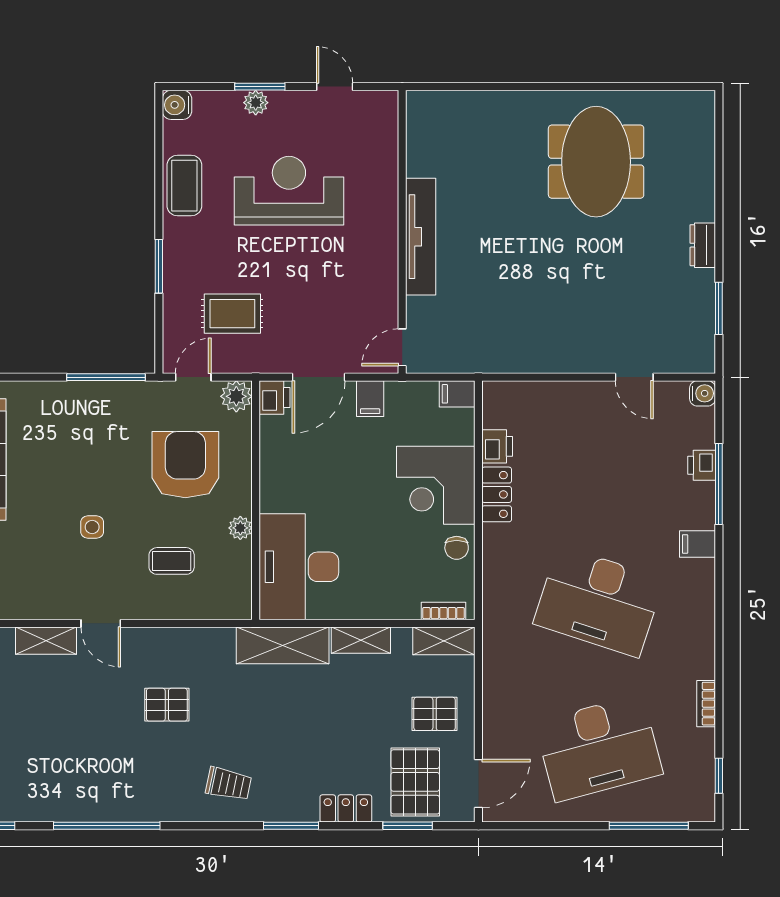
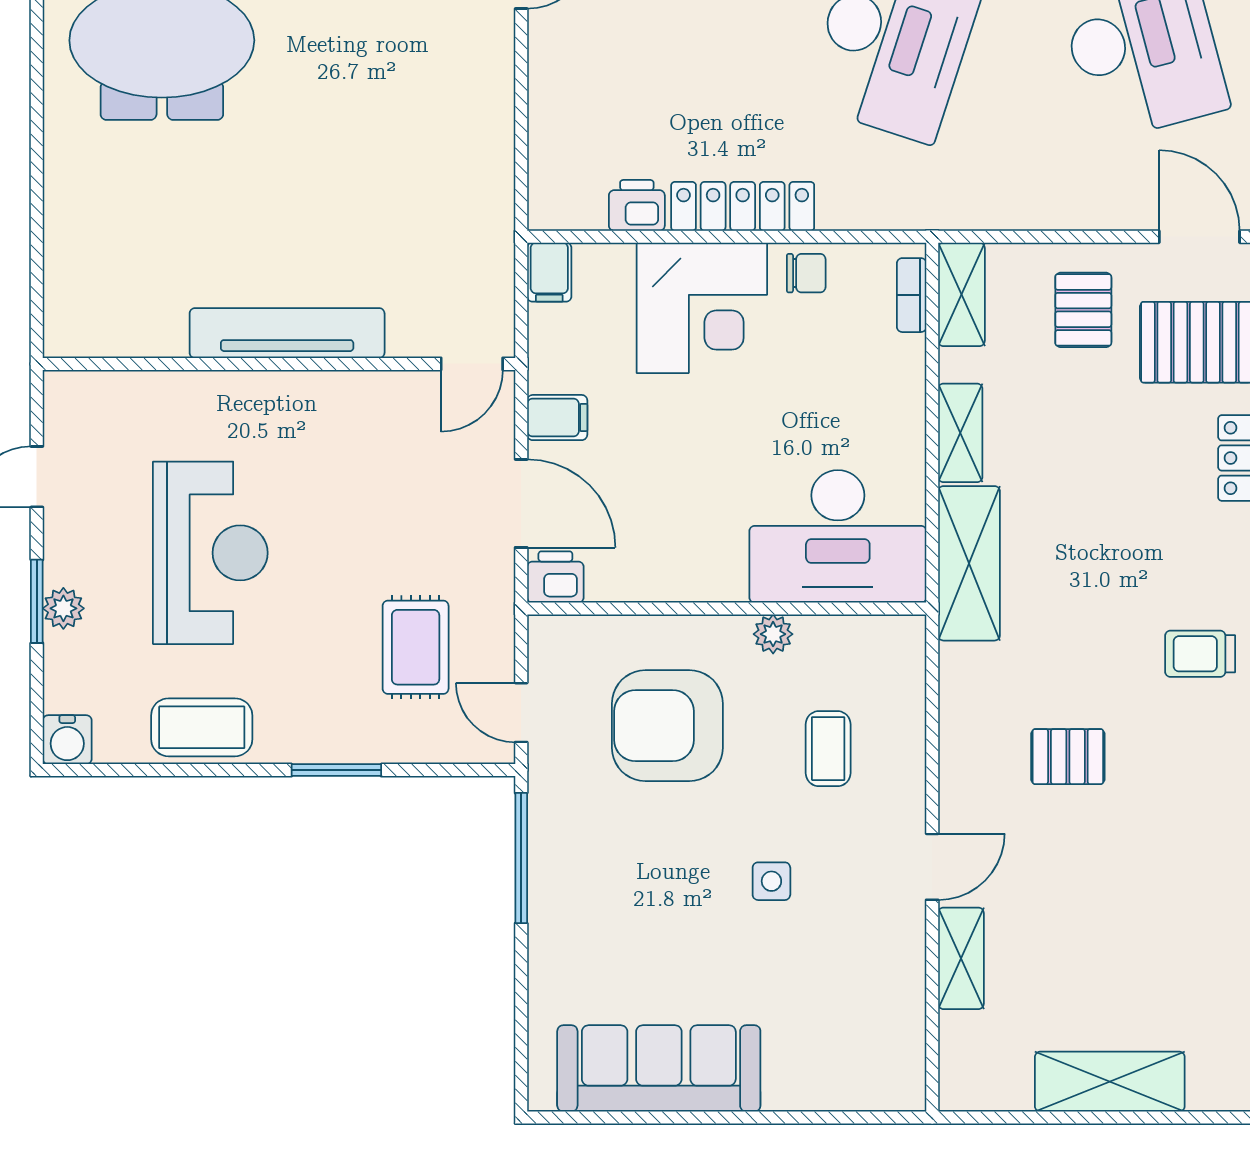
reception desk: (289, 191) -> (210, 553), turned 180
door: (402, 347) -> (472, 364), hinge flipped
plant: (236, 396) -> (553, 641), removed
locker: (497, 494) -> (743, 206), width x1.53
pallet: (167, 705) -> (1068, 757), turned 90
trolley: (228, 784) -> (1200, 654), turned -102

